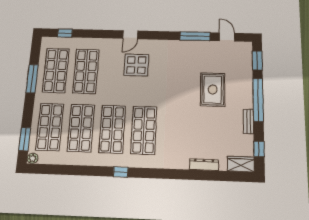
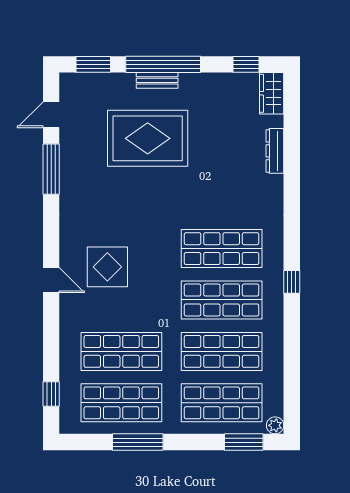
rug: (213, 90) -> (148, 138), width x1.37, depth x1.44
bench: (248, 121) -> (157, 80), moved

